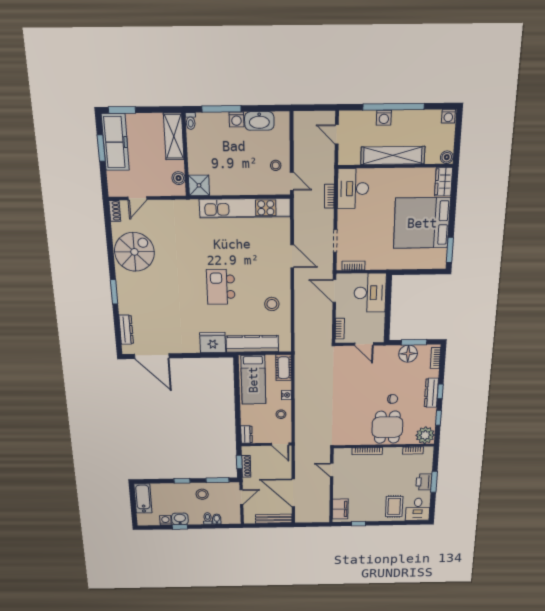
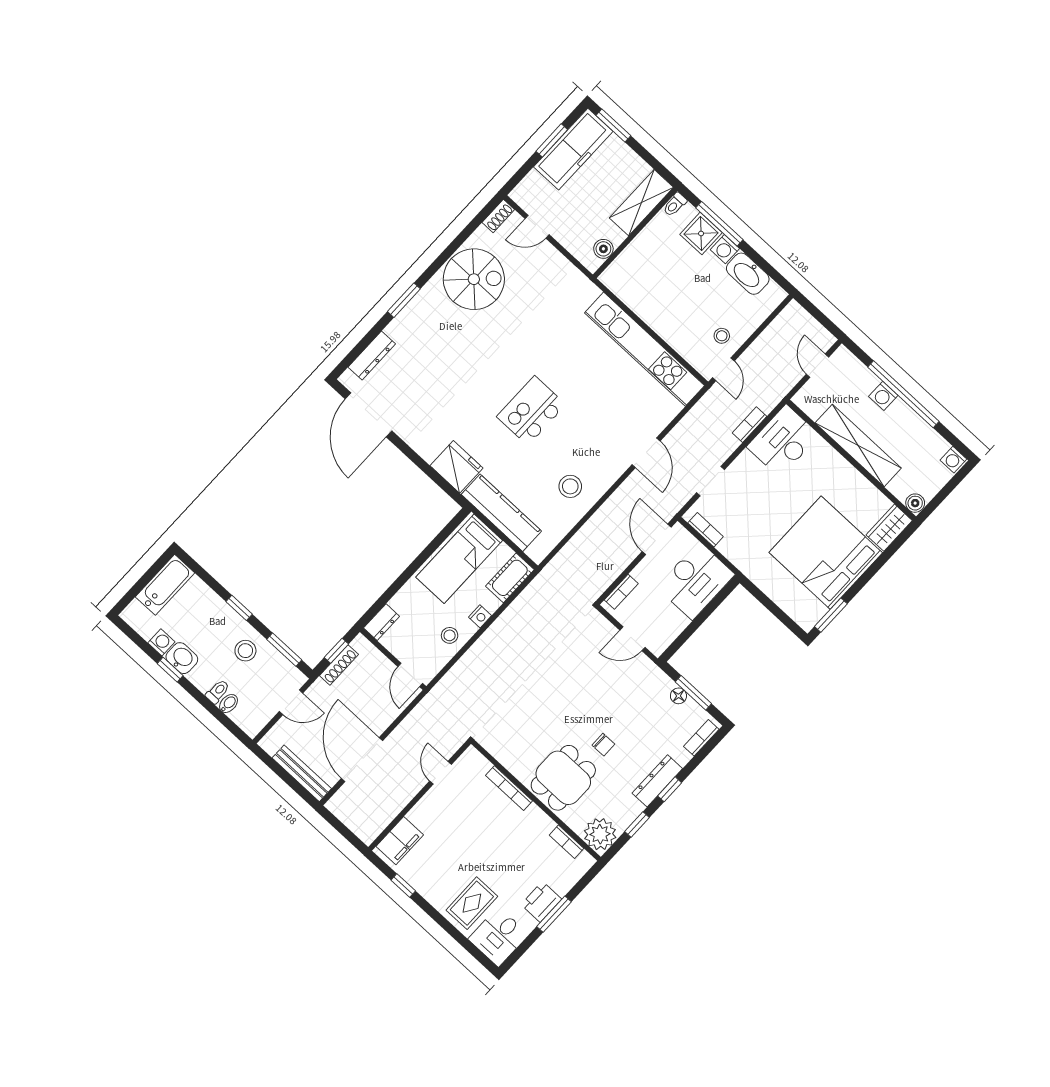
shower: (199, 185) -> (701, 233), moved
door: (364, 344) -> (632, 639), hinge flipped
floor lamp: (408, 354) -> (678, 696), width x0.53, depth x0.53

